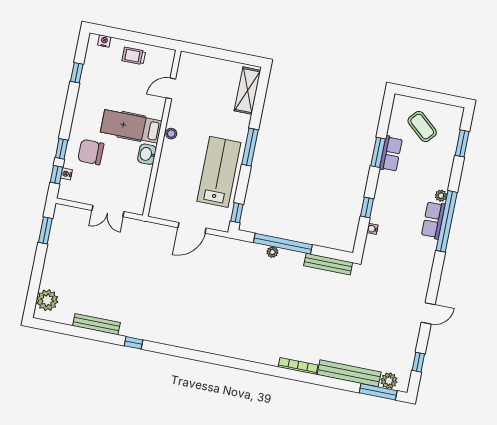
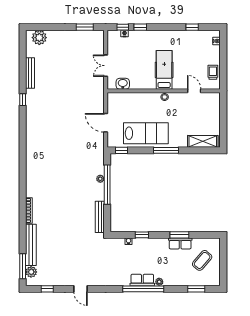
trolley: (134, 56) -> (213, 72), moved
chair: (91, 152) -> (142, 47), removed
washbasin: (147, 154) -> (123, 84), moved

